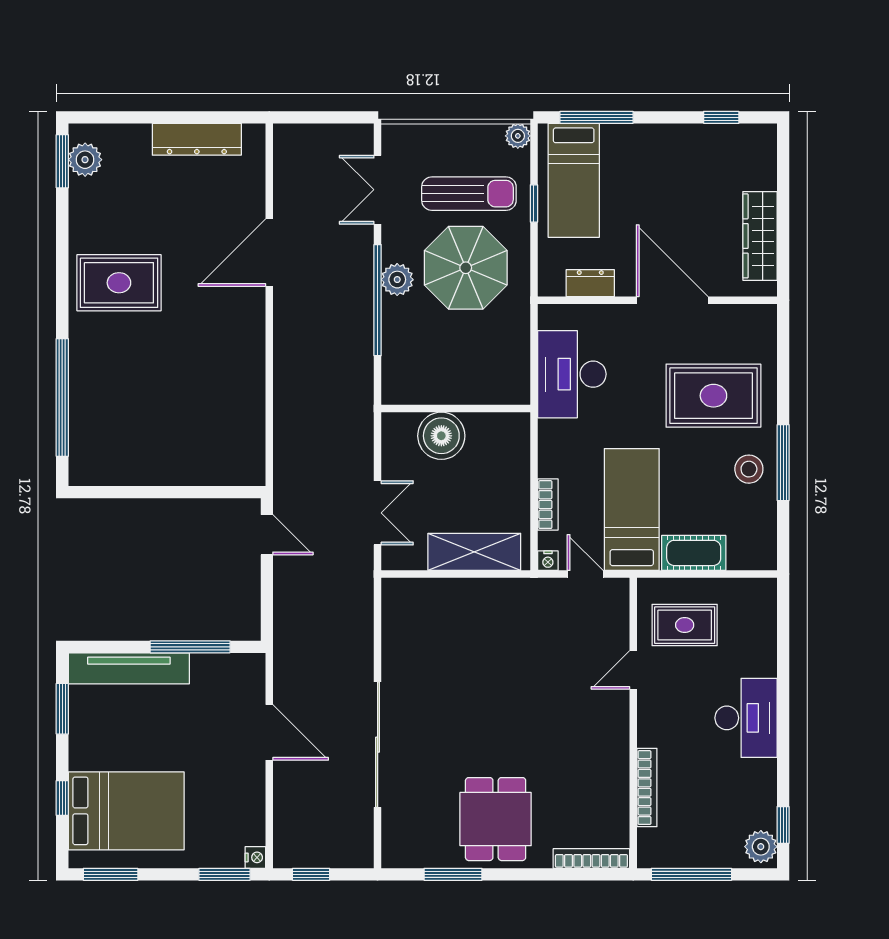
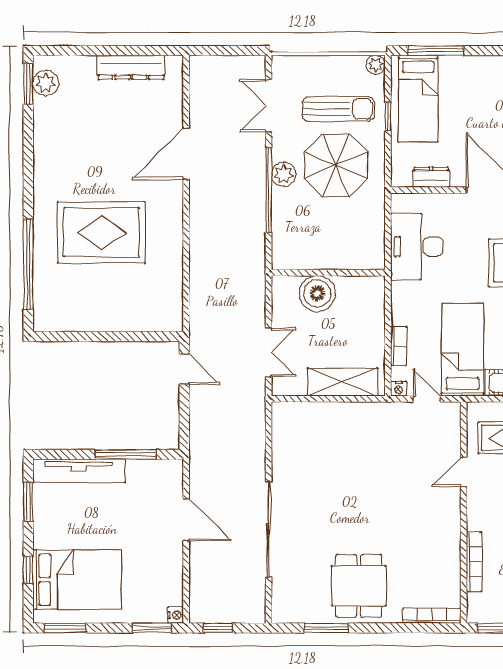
rug: (119, 283) -> (102, 232), moved, width x1.37, depth x1.44

